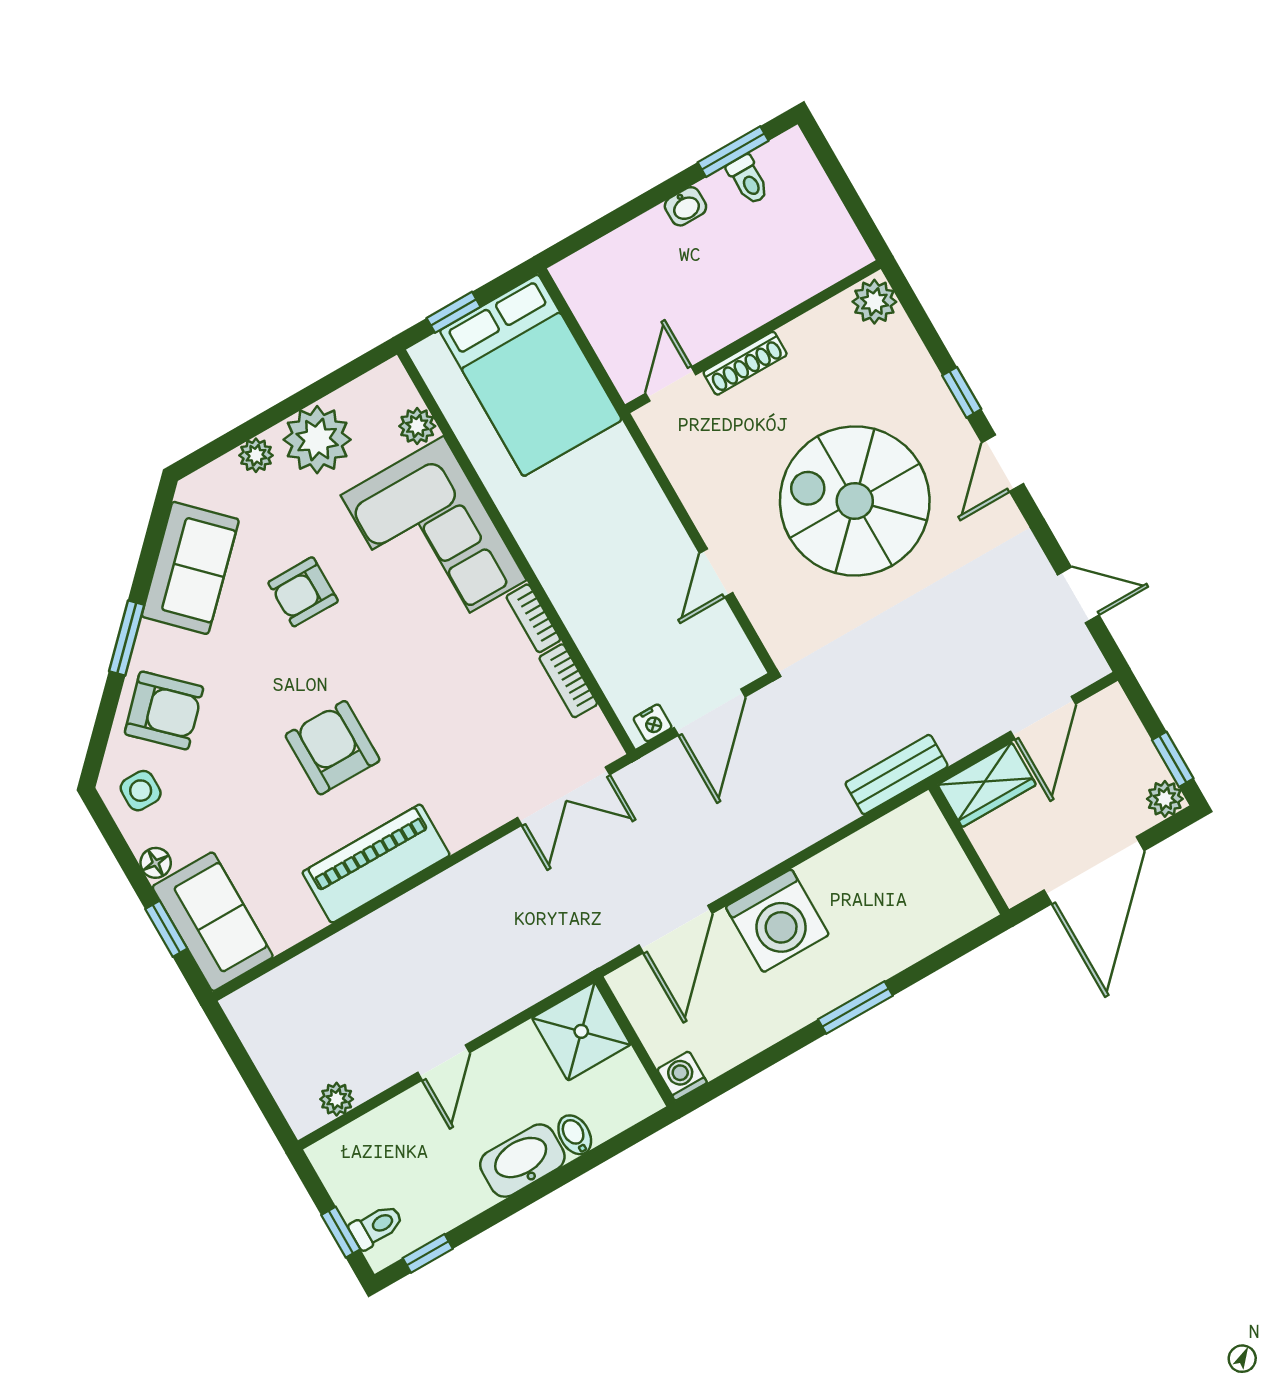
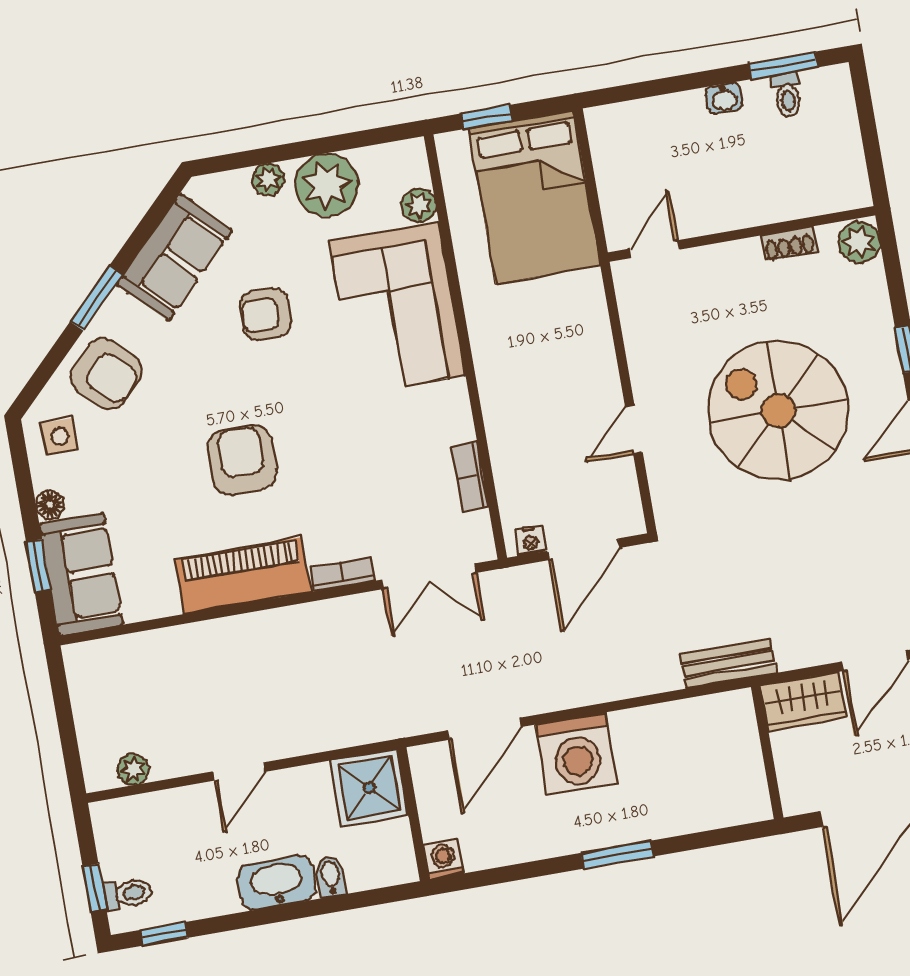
shoe rack: (745, 363) -> (789, 244), moved, width x0.70
bookcase: (533, 618) -> (342, 574), moved, turned 90

